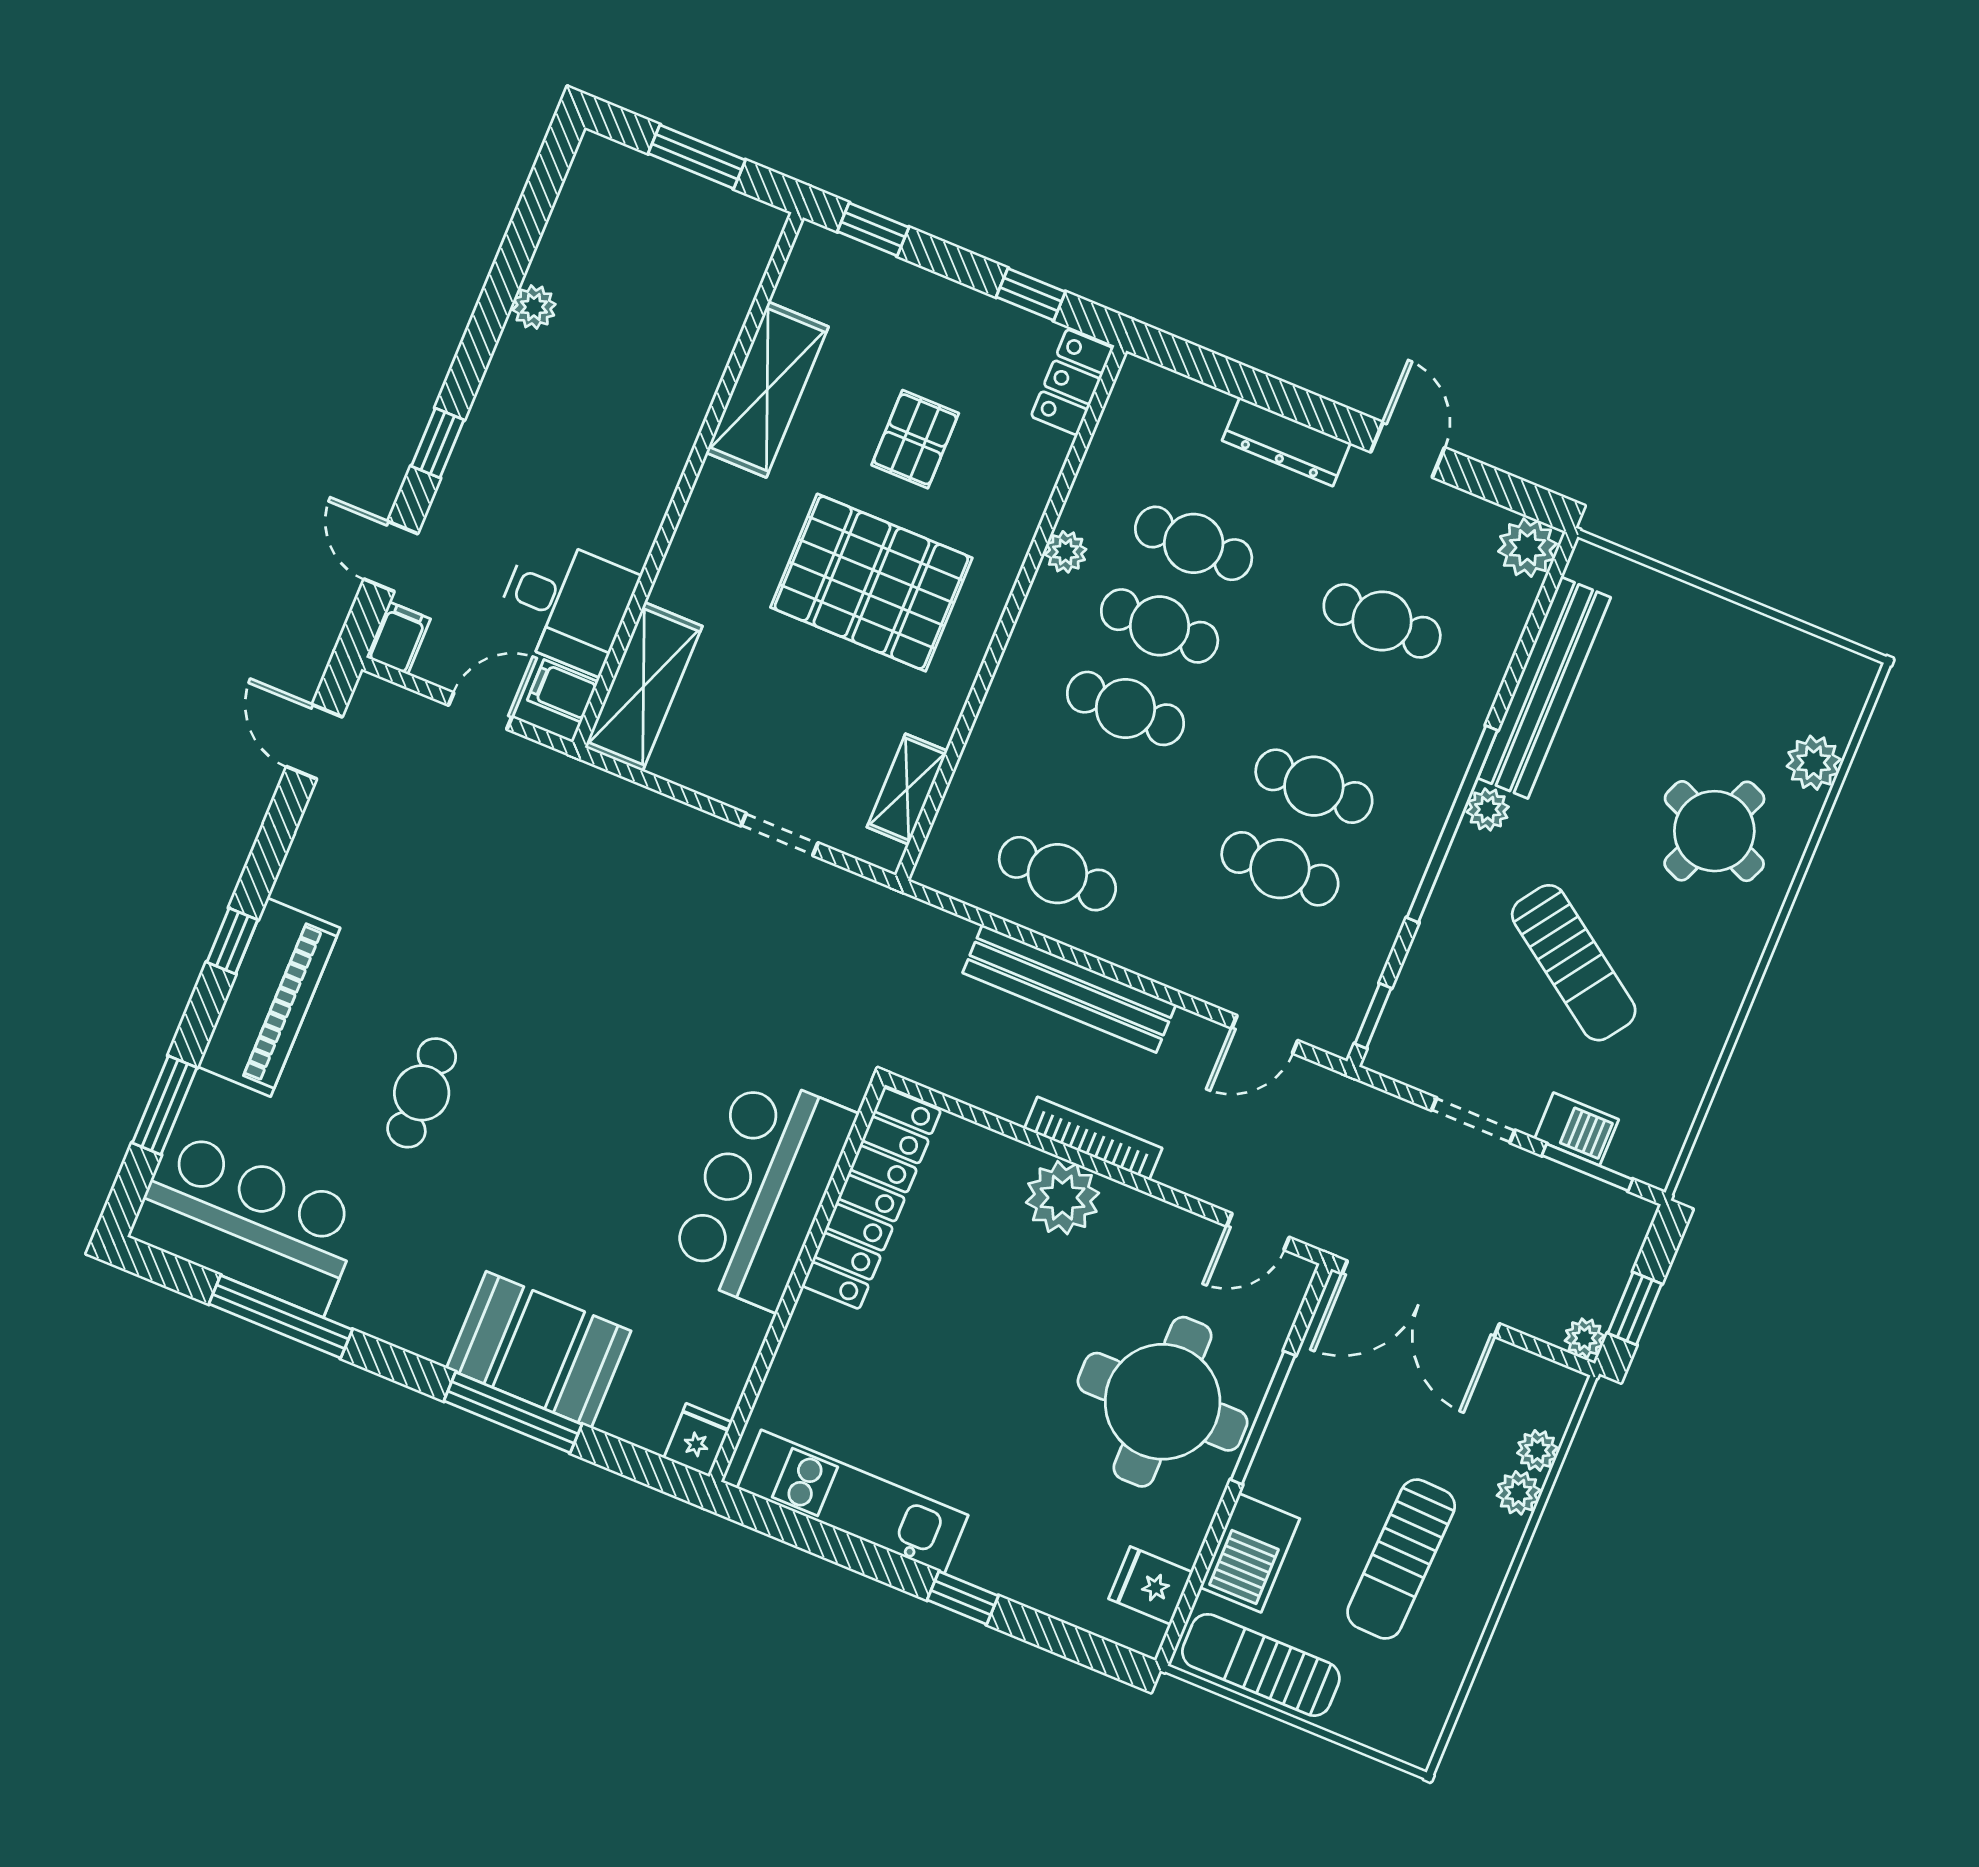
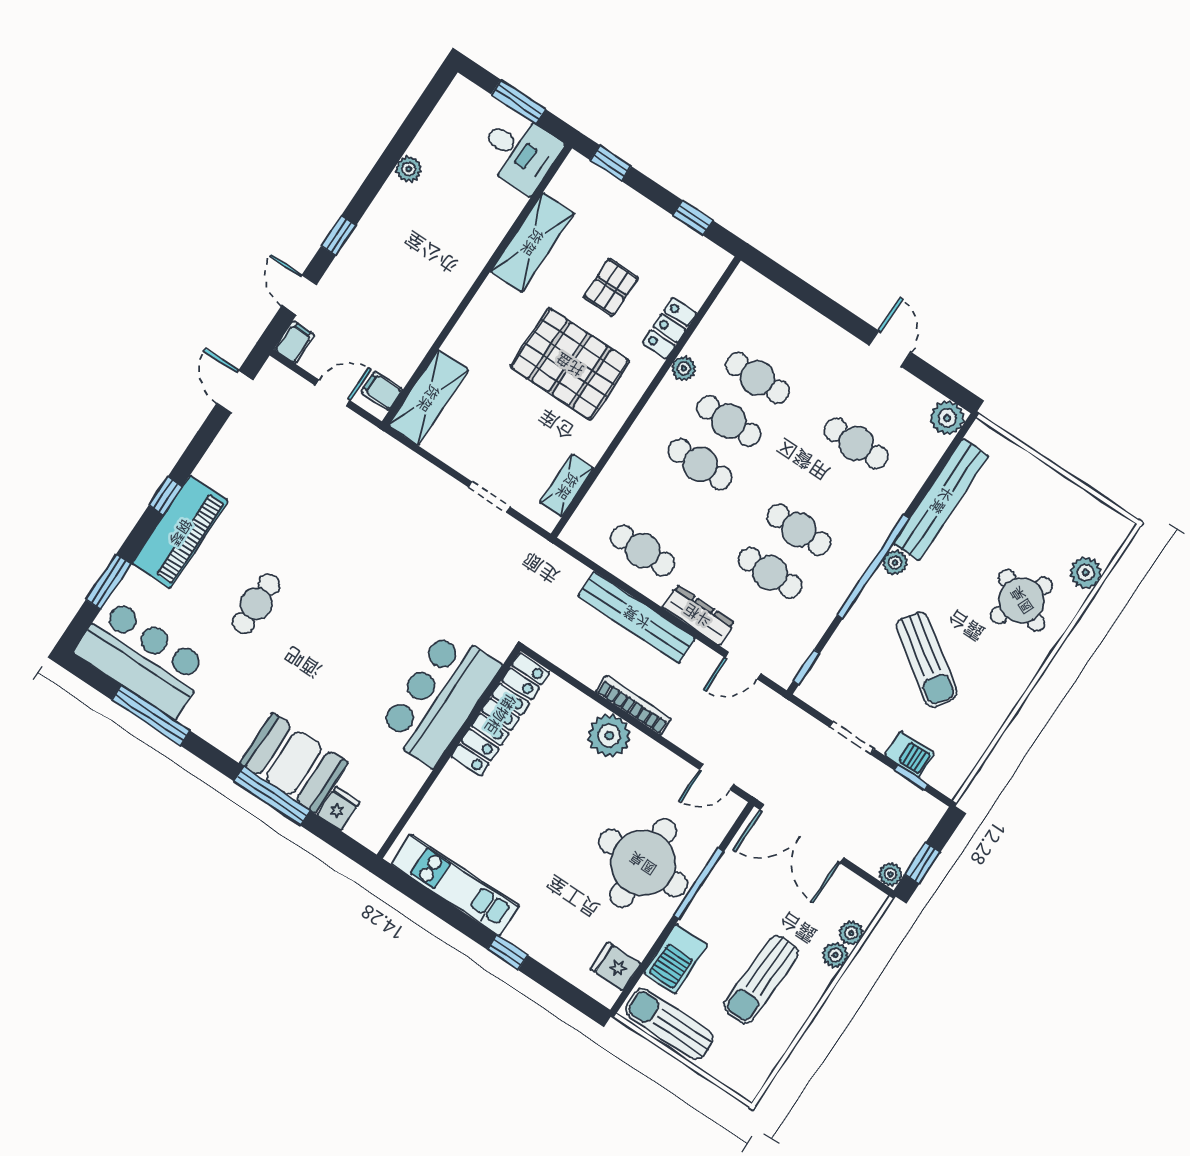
locker: (1072, 382) -> (669, 328), moved
dresser: (1286, 442) -> (698, 615), moved, turned 180
desk: (566, 604) -> (519, 152), moved
window: (1587, 1167) -> (911, 777), width x0.67
fridge: (698, 1440) -> (338, 809), moved

